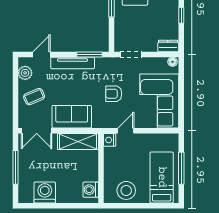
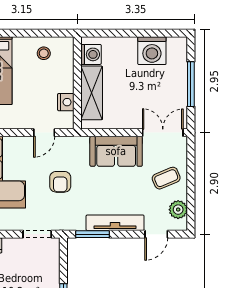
armchair: (114, 94) -> (60, 182), turned 90
nightstand: (110, 140) -> (66, 102), moved
shelving: (78, 141) -> (92, 93), moved, turned 90
stool: (126, 190) -> (44, 53), width x0.53, depth x0.53

